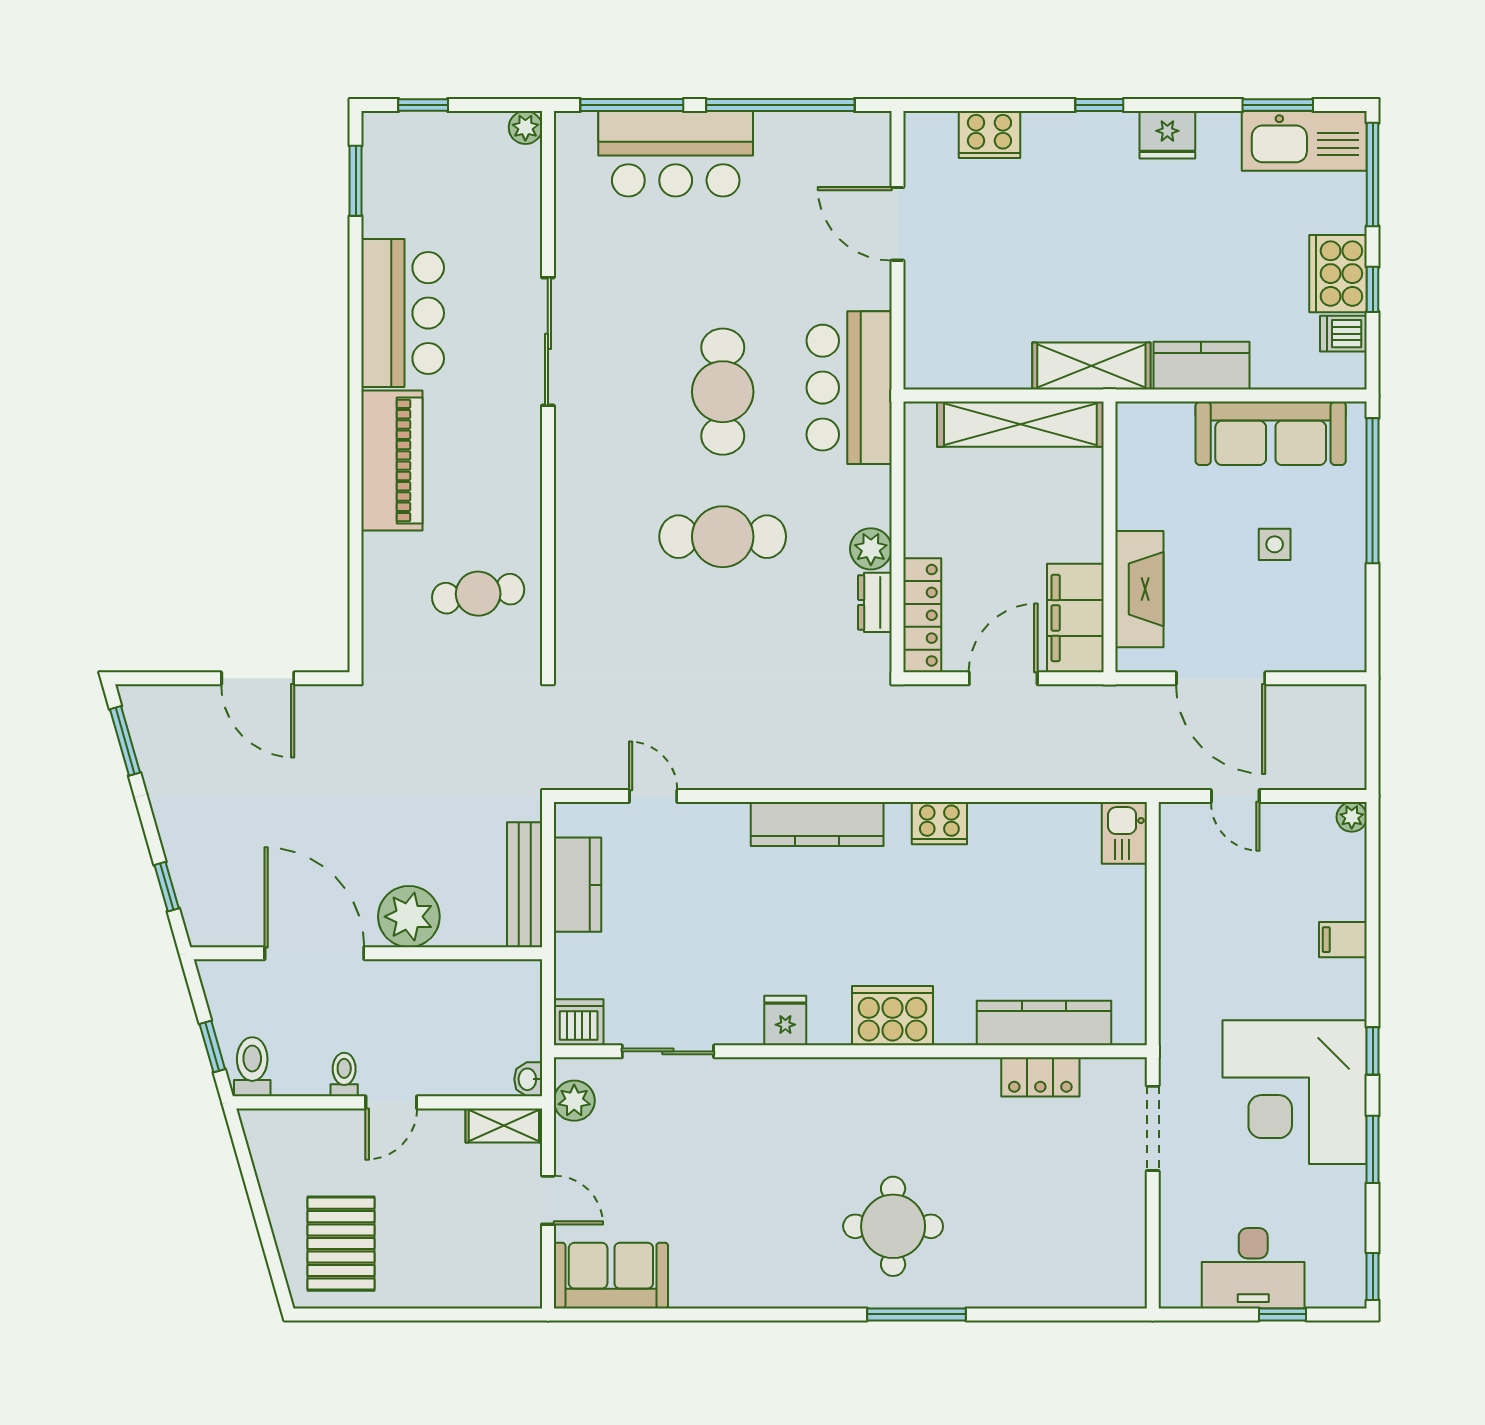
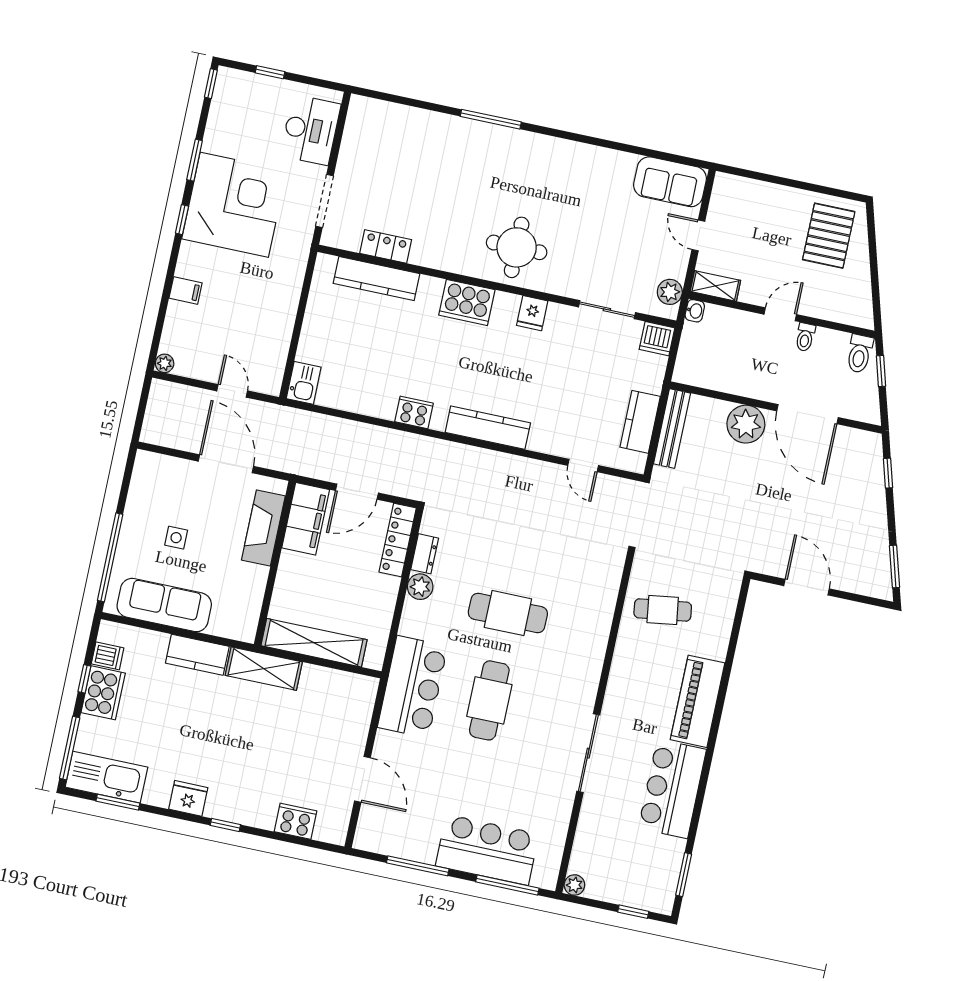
window: (780, 105) -> (418, 866), width x0.68
round table: (893, 1226) -> (517, 247), moved
desk: (1253, 1268) -> (310, 130), moved, turned 90

